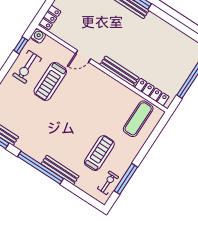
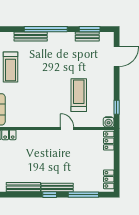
door: (83, 56) -> (67, 128), hinge flipped
exercise bike: (27, 67) -> (102, 95), removed
bench: (119, 71) -> (23, 187), moved

